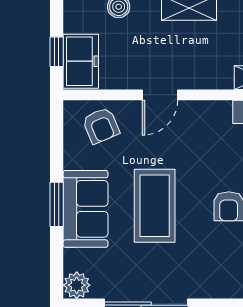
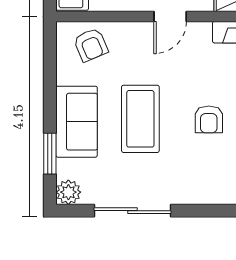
door: (160, 95) -> (170, 17), moved
window: (57, 204) -> (50, 154), moved

